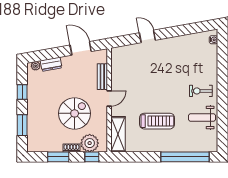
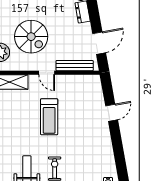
bench: (102, 77) -> (75, 66), width x1.36
treadmill: (157, 121) -> (49, 117), moved

